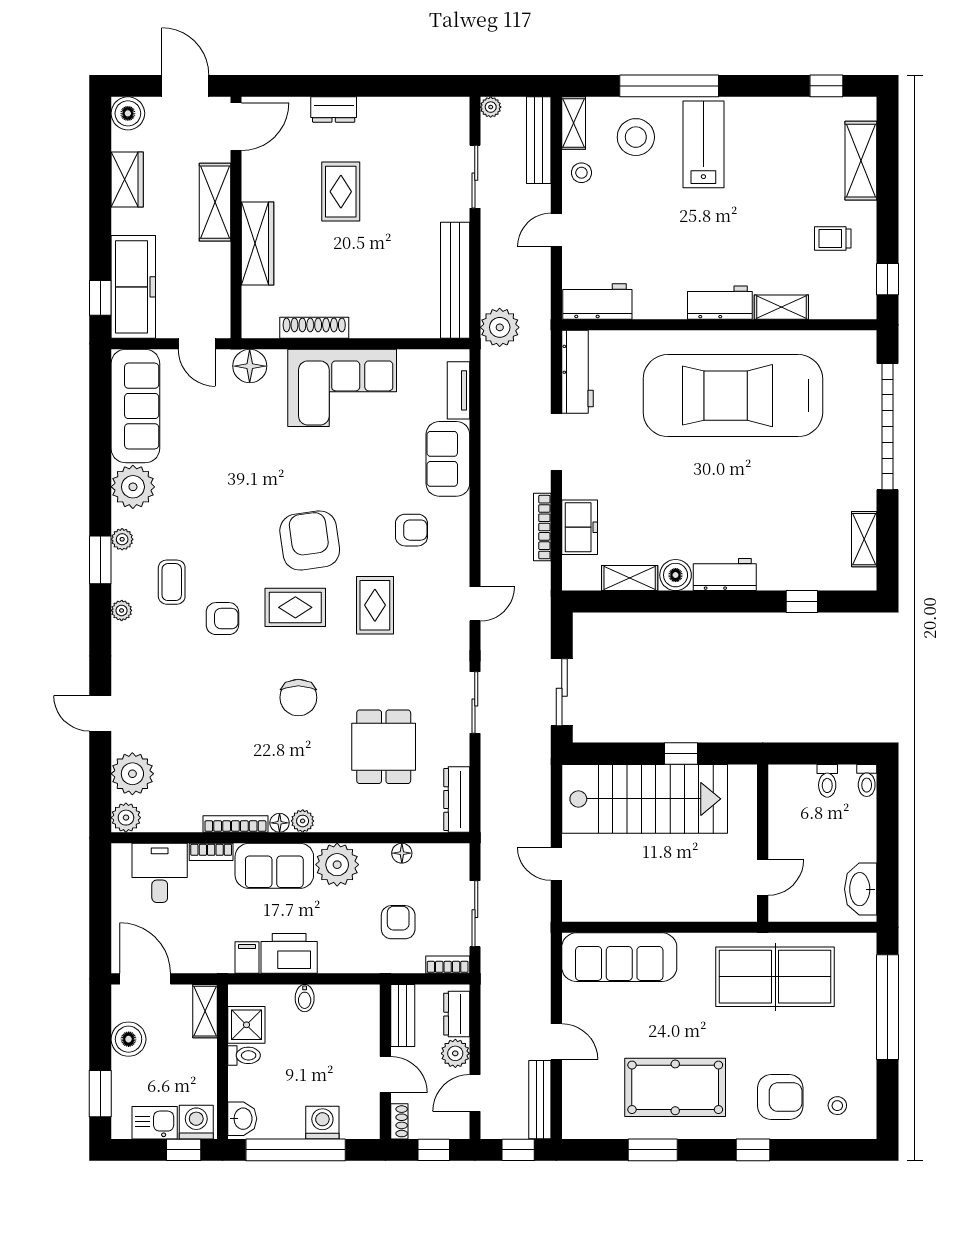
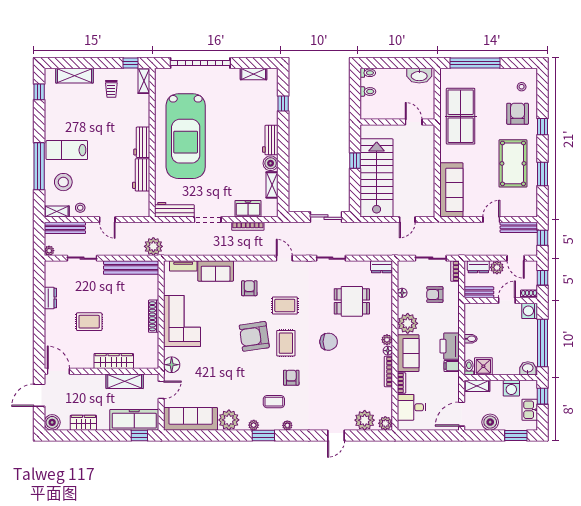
dresser: (334, 110) -> (50, 298), moved
shelving: (215, 202) -> (125, 381), moved
workbench: (597, 302) -> (141, 175), moved
shelving: (781, 307) -> (144, 81), moved
shoe rack: (314, 328) -> (154, 316), moved
dresser: (457, 799) -> (381, 267), width x0.70
toilet: (244, 1055) -> (469, 367), moved
washing machine: (196, 1122) -> (511, 388), moved, turned -90
washing machine: (322, 1123) -> (530, 311), moved

